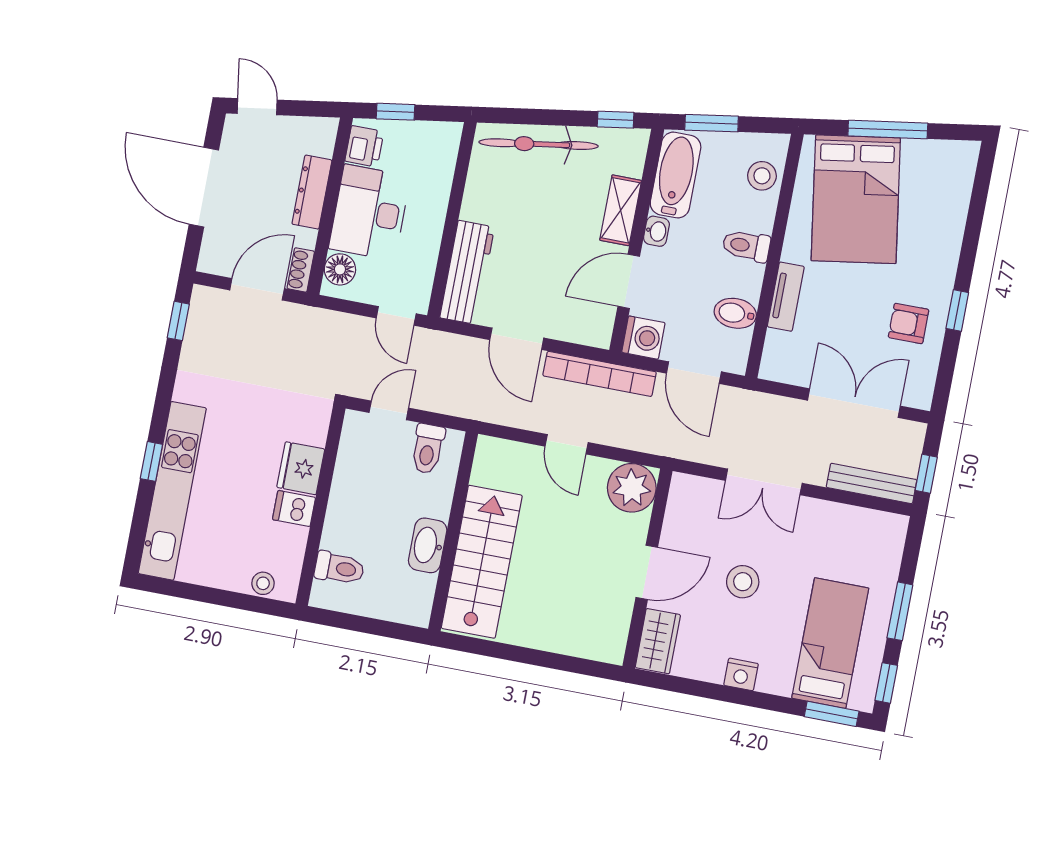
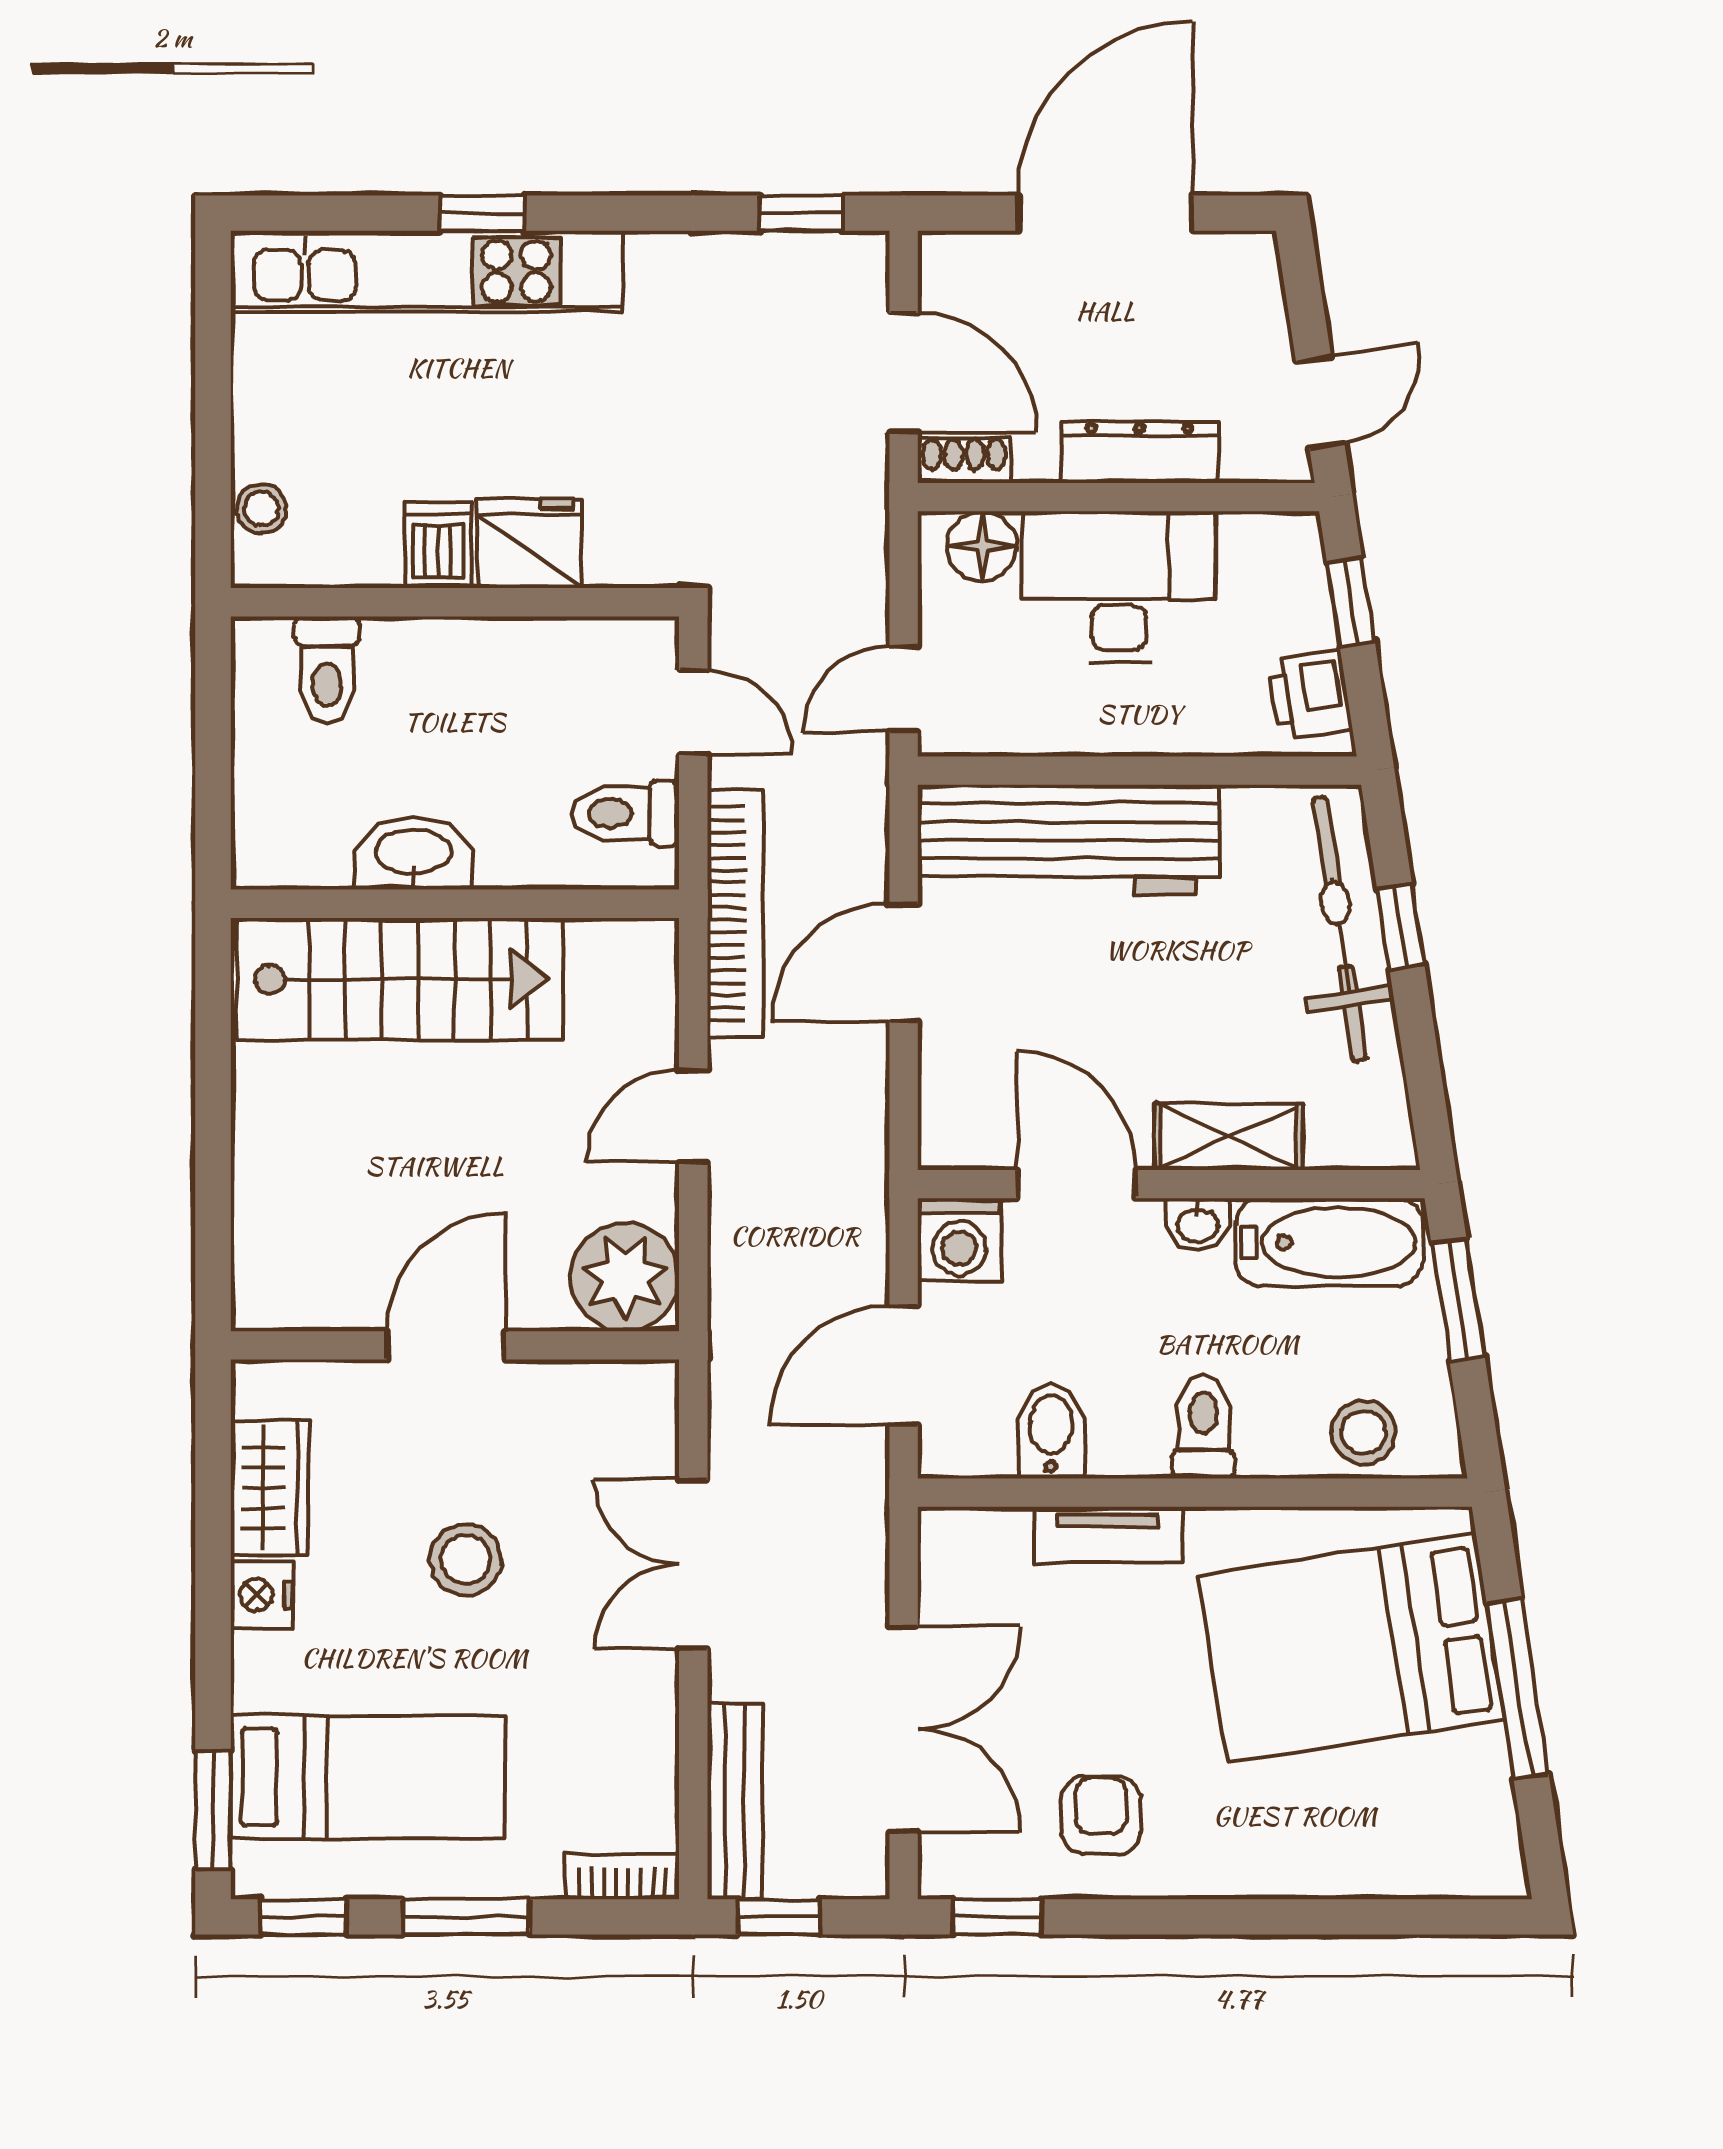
door: (257, 107) -> (1320, 402), moved
window: (616, 120) -> (1401, 927), moved
printer: (364, 146) -> (1310, 695), moved, turned 81
workbench: (467, 272) -> (1069, 840), width x1.36, depth x1.32
window: (957, 311) -> (997, 1917), moved
bookcase: (600, 374) -> (735, 914), moved, turned 180
bookcase: (895, 539) -> (622, 1877), added
door: (647, 572) -> (446, 1345), swing flipped
wardrobe: (658, 641) -> (270, 1488), moved, turned -90

